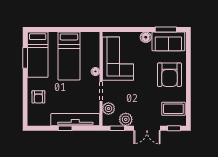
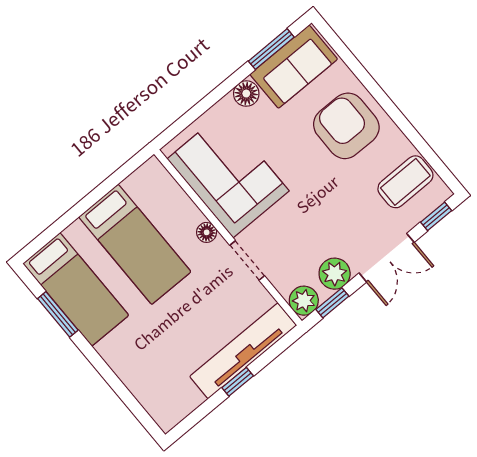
armchair: (169, 75) -> (346, 126), turned 180
armchair: (38, 97) -> (141, 365), removed
plant: (108, 109) -> (304, 301), moved

